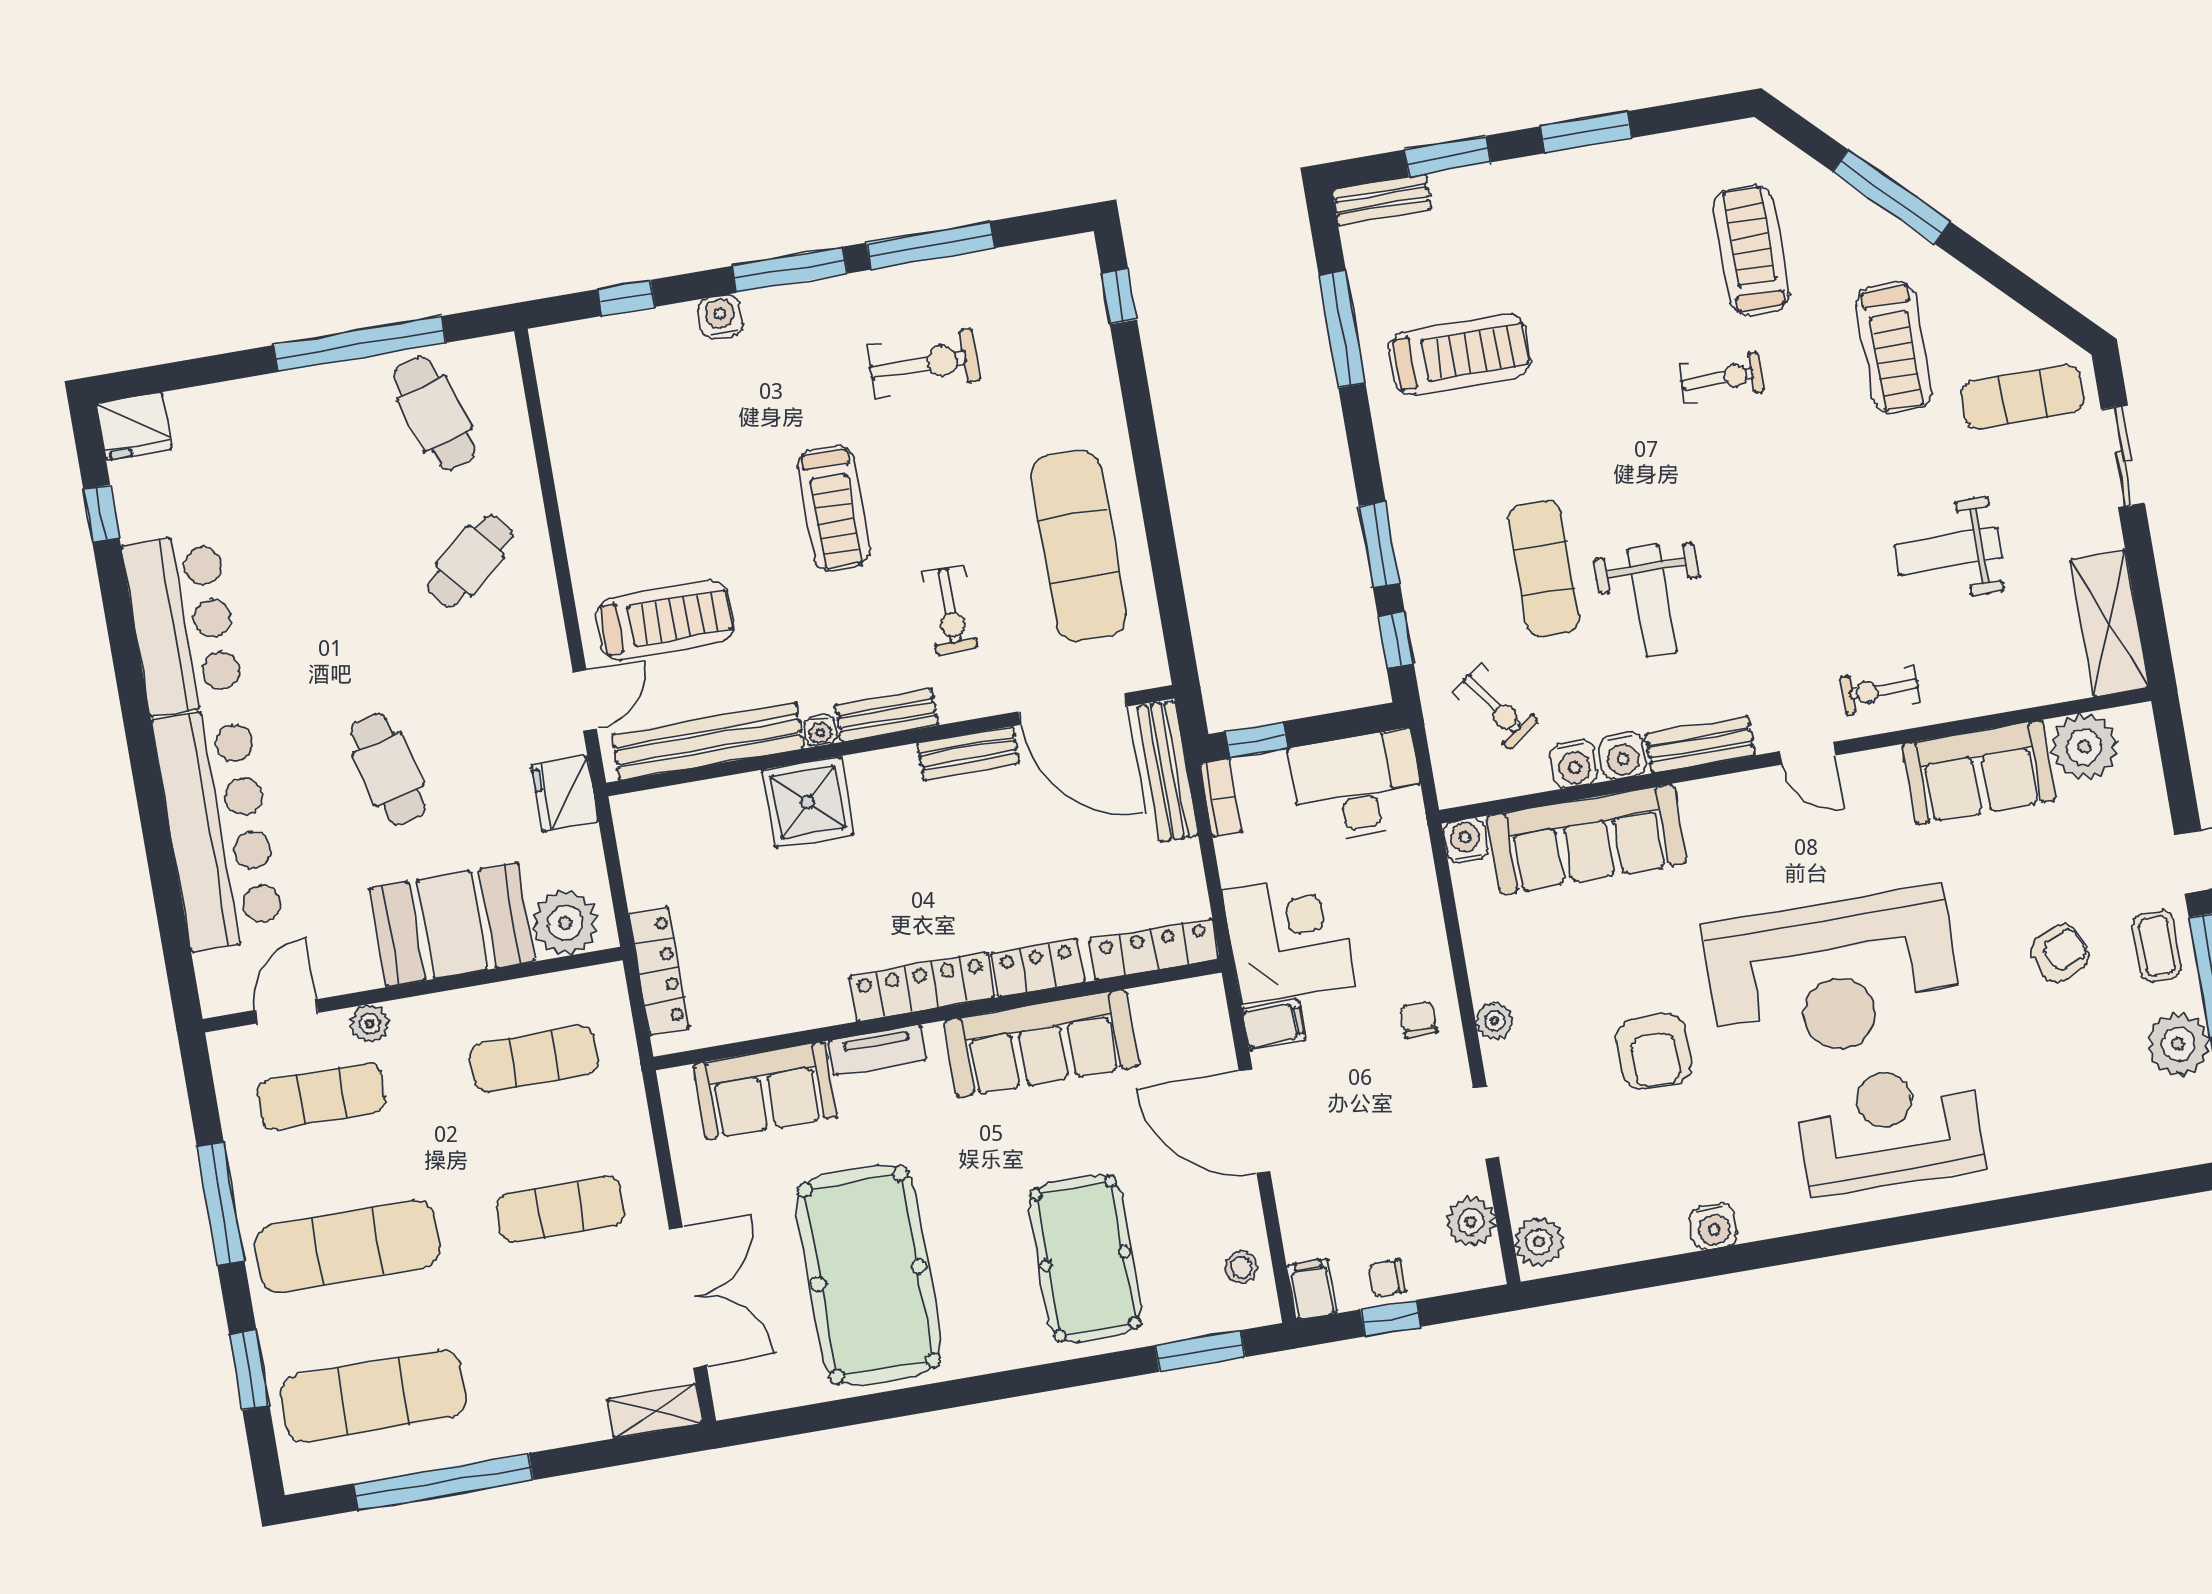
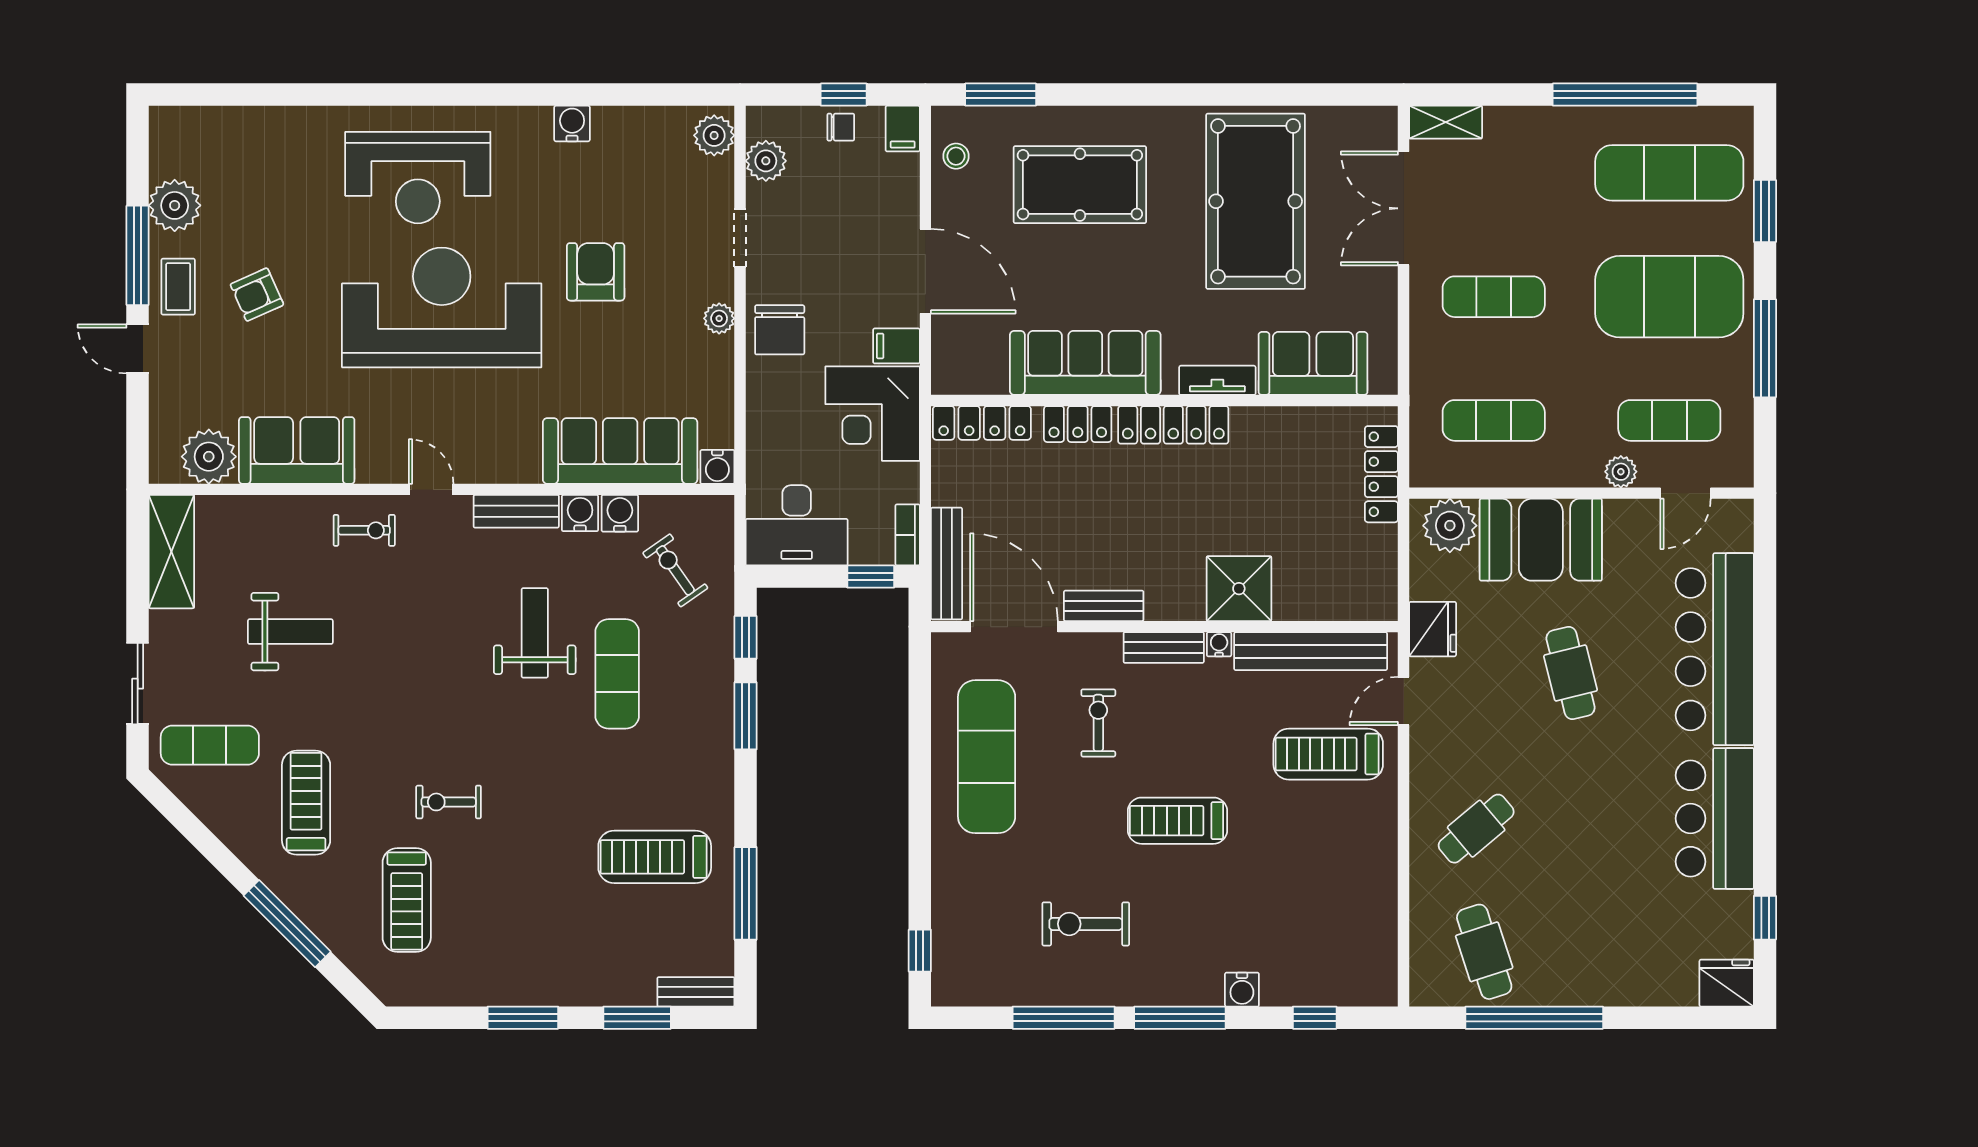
treadmill: (834, 508) -> (1178, 821), turned -90
chair: (1419, 1020) -> (780, 330), width x1.87, depth x1.87
exercise mat: (347, 1246) -> (1669, 297), width x1.47
pool table: (1085, 1259) -> (1080, 185), turned 90

